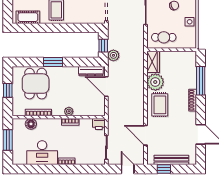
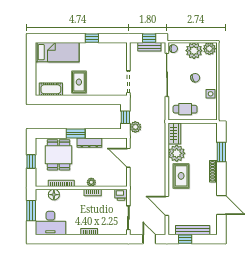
dresser: (91, 71) -> (89, 143), moved
window: (201, 81) -> (221, 152), width x0.69
desk: (42, 153) -> (50, 223), moved

